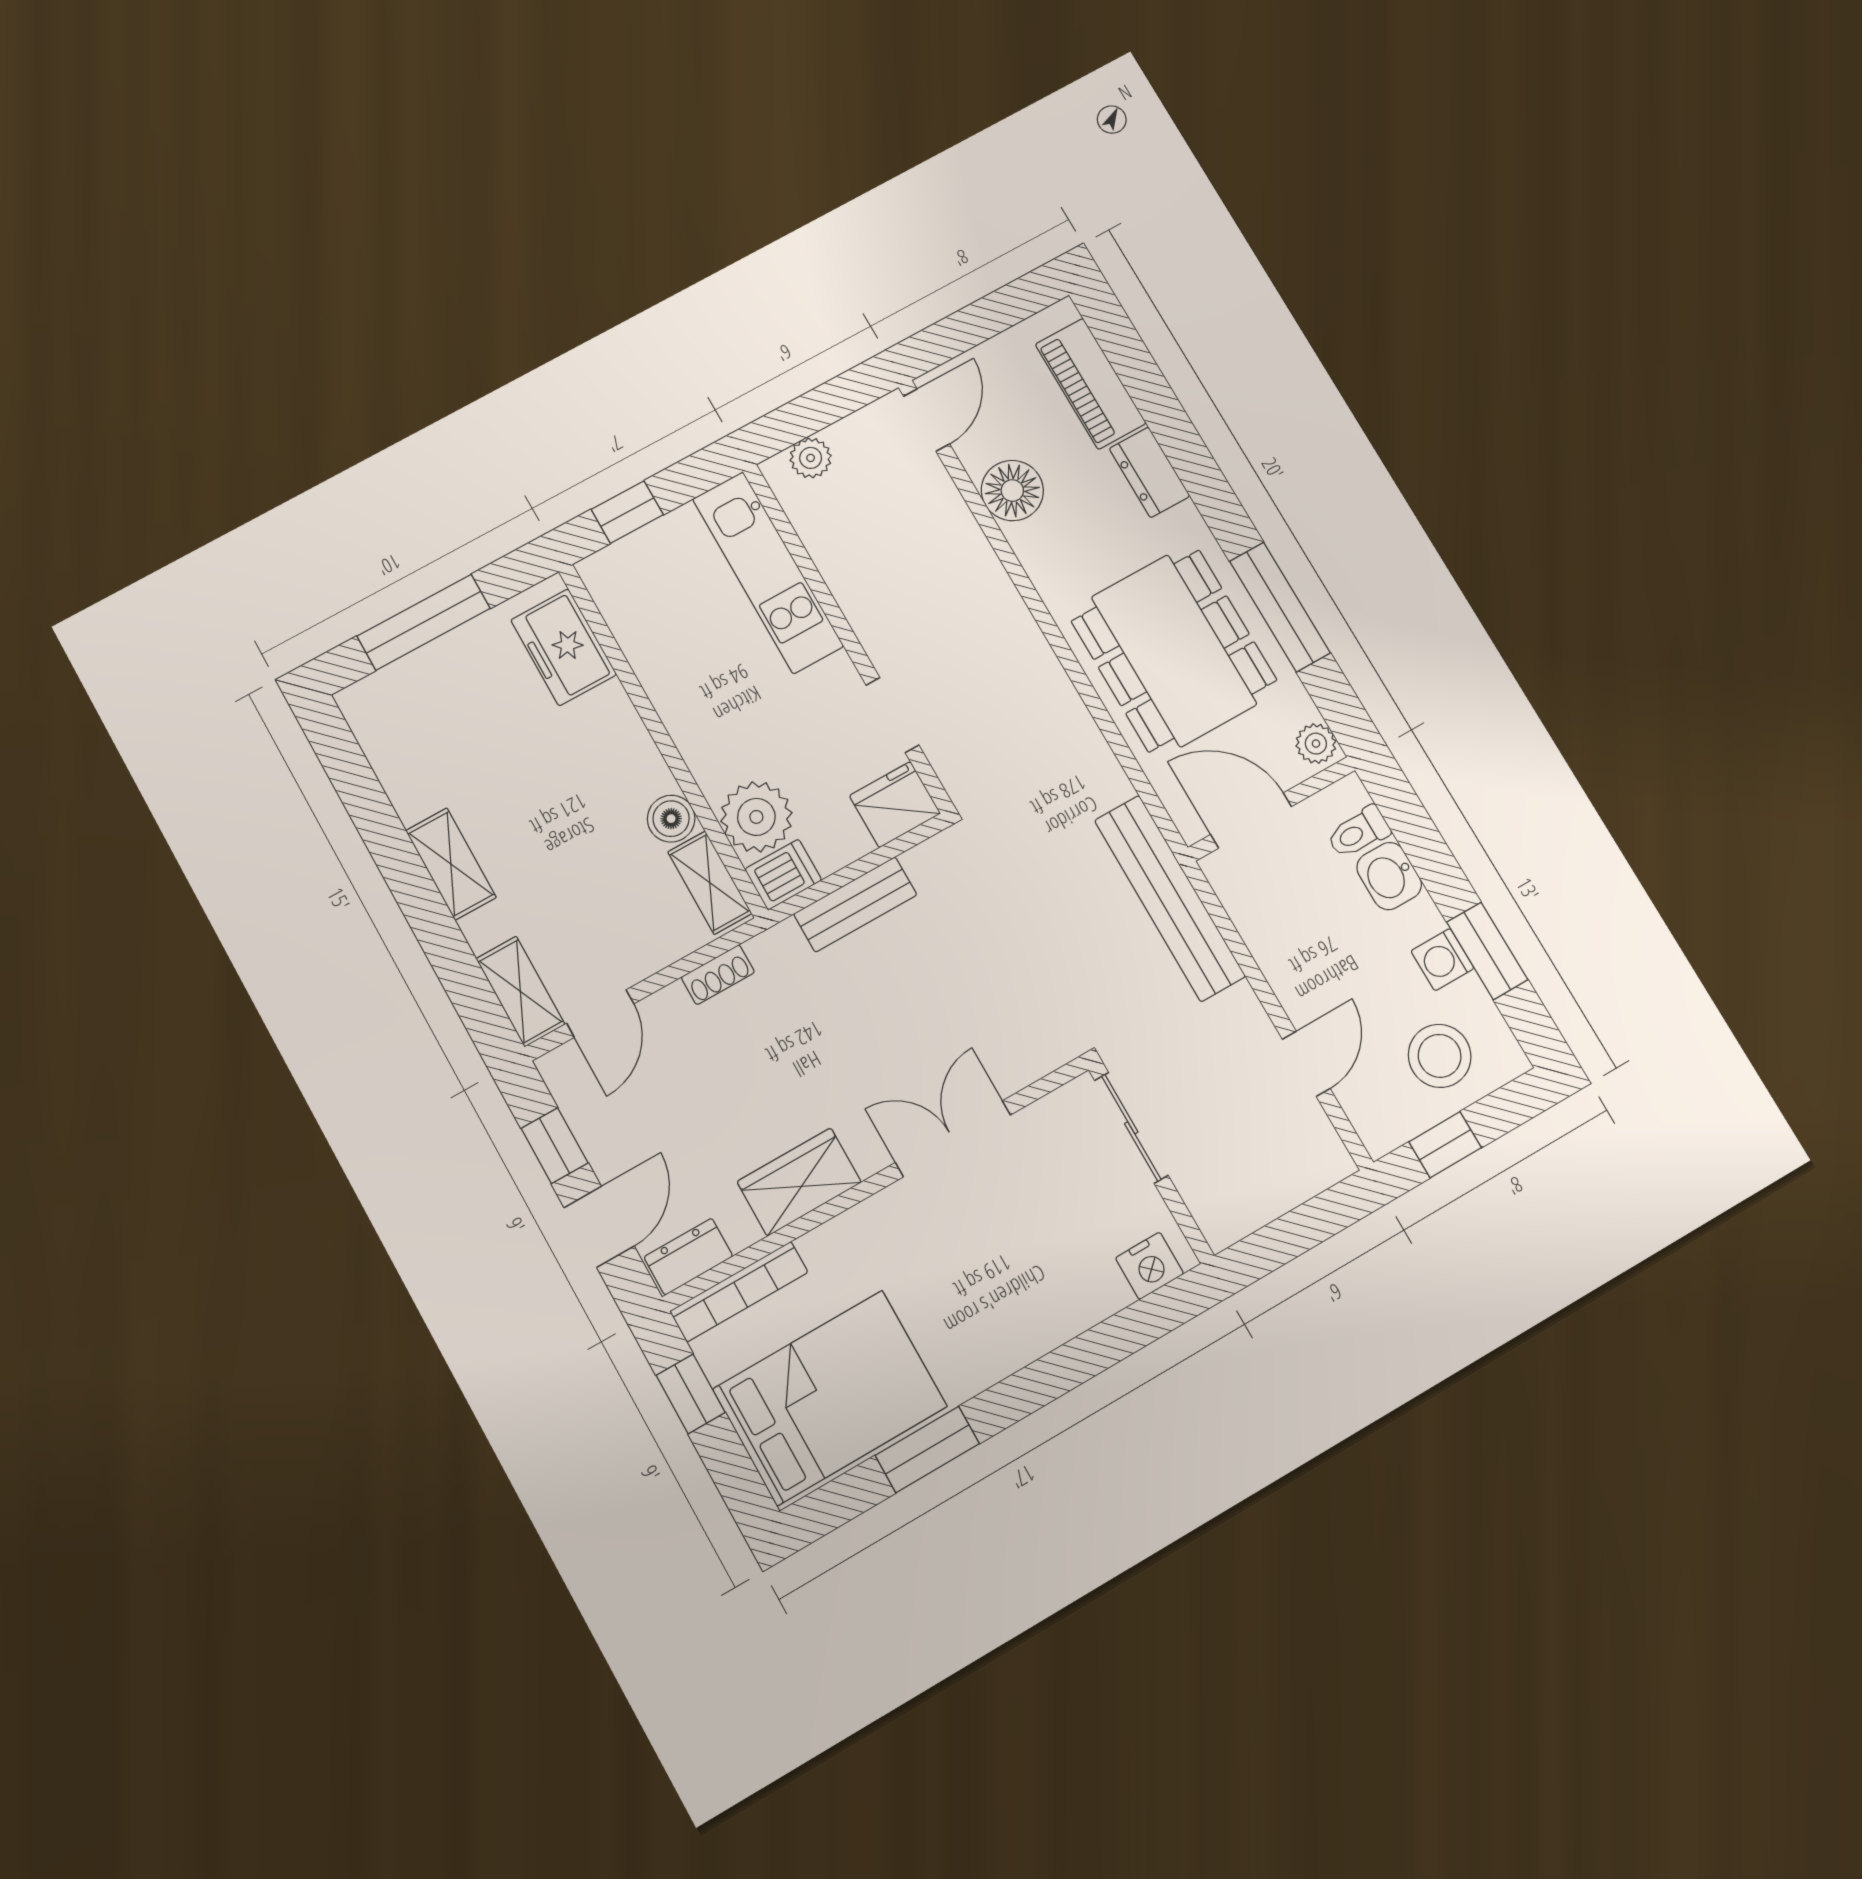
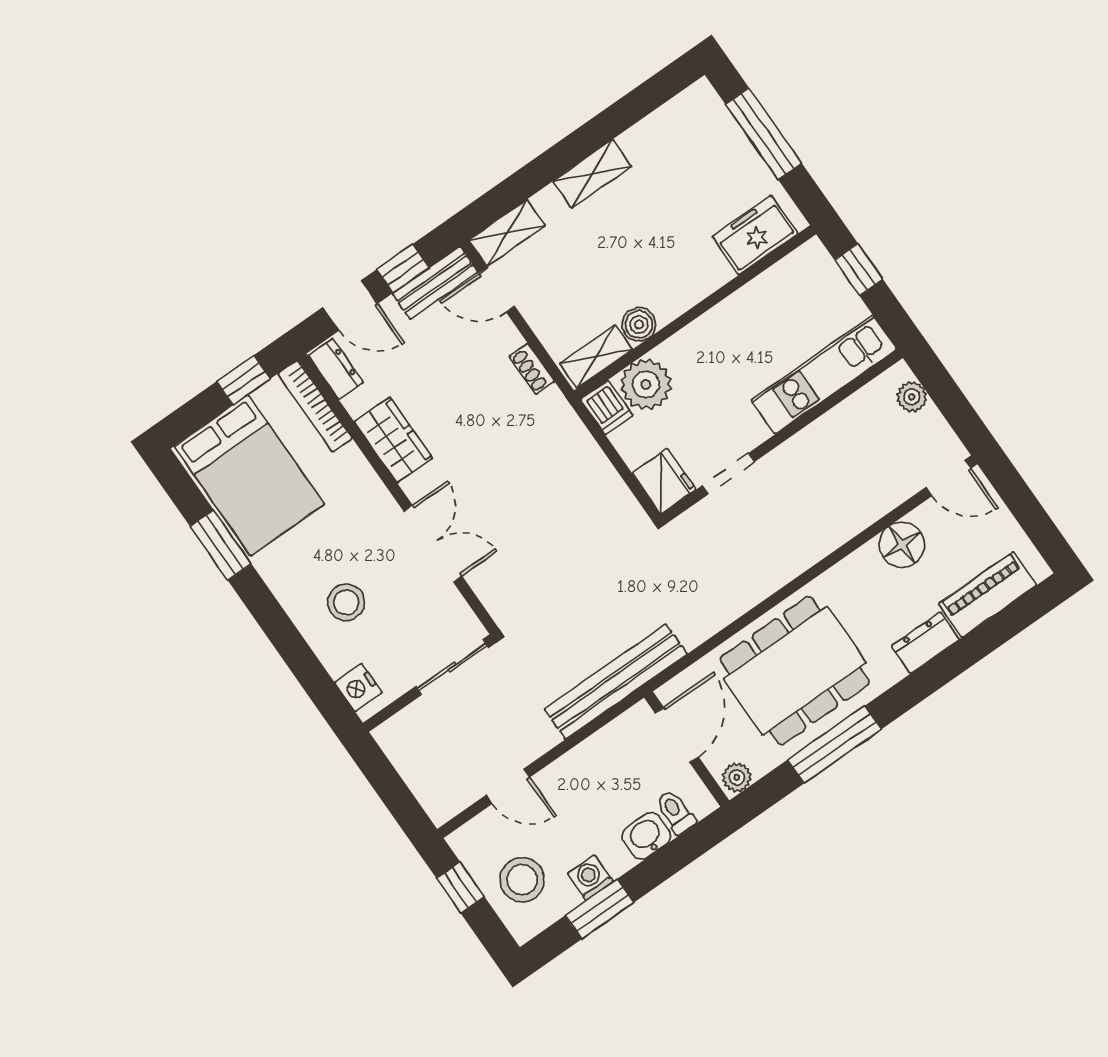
bench: (855, 904) -> (435, 283), moved, turned 90
stool: (1026, 1272) -> (346, 602), added

